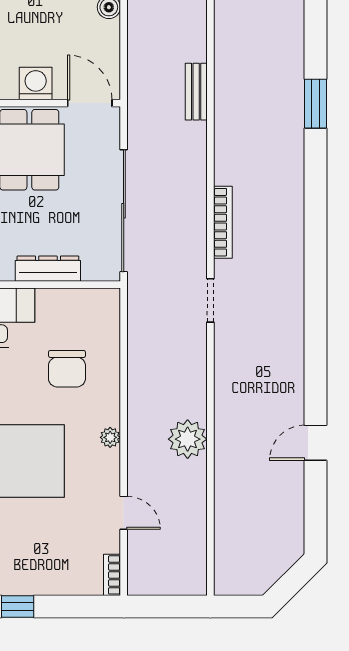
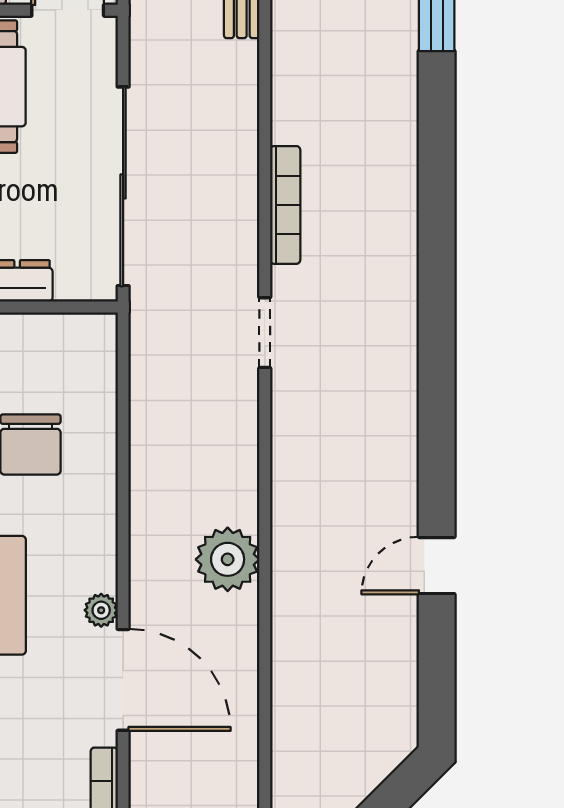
plant: (110, 437) -> (101, 610), moved
door: (124, 513) -> (123, 680), width x1.88

